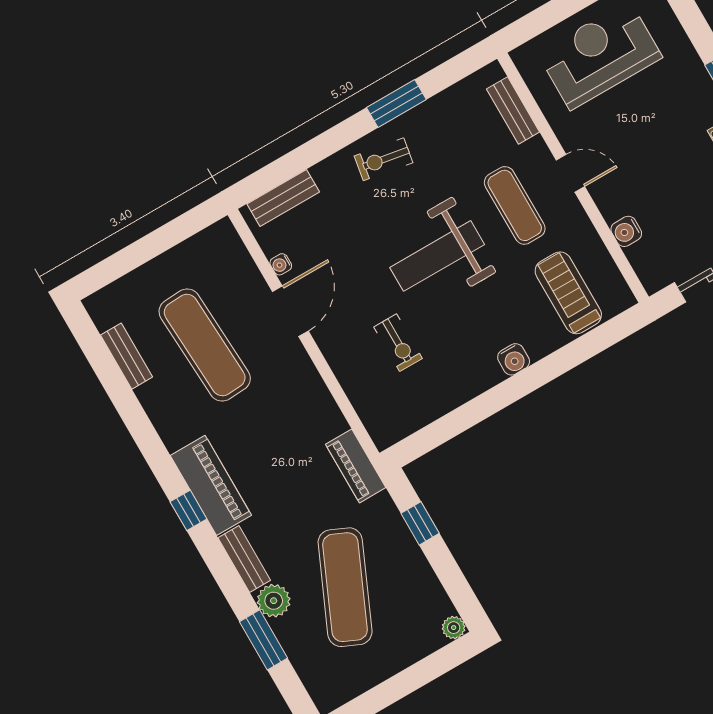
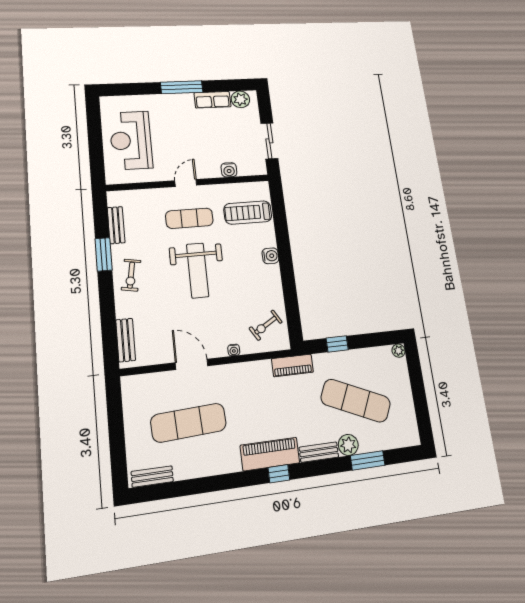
bench: (513, 110) -> (116, 225), moved, turned 90
water cooler: (281, 264) -> (234, 350), moved
exercise bike: (398, 343) -> (266, 325), moved, turned 149
bench: (126, 356) -> (152, 477), moved

